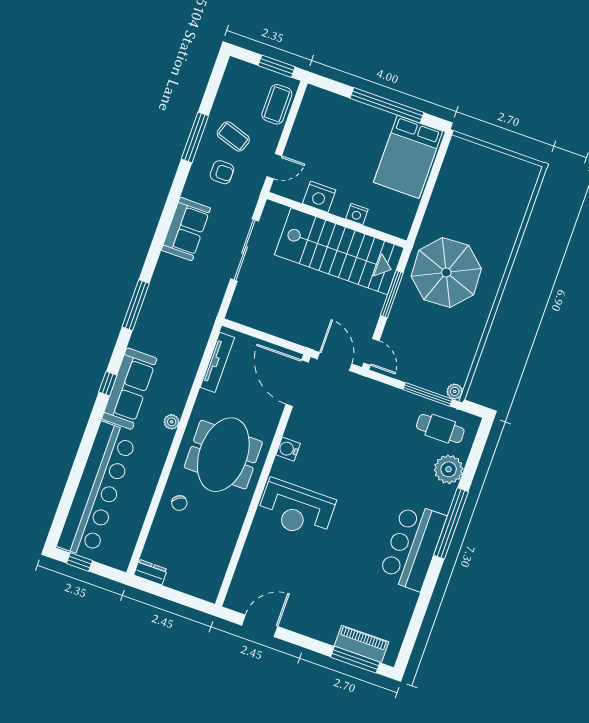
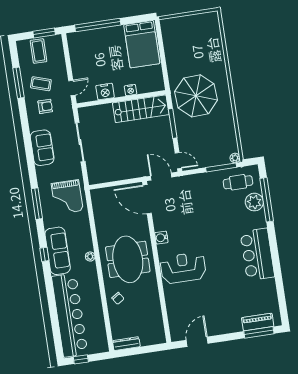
coffee table: (277, 104) -> (39, 51), moved
window: (387, 105) -> (98, 25), moved
window: (195, 137) -> (19, 83), moved
stairs: (339, 251) -> (141, 109), width x0.73, depth x0.66
grand piano: (184, 319) -> (67, 197), added
tv unit: (217, 362) -> (98, 211), removed
reception desk: (296, 509) -> (183, 268), turned 180
window: (451, 523) -> (267, 200), moved
dresser: (151, 572) -> (126, 344), width x1.44

